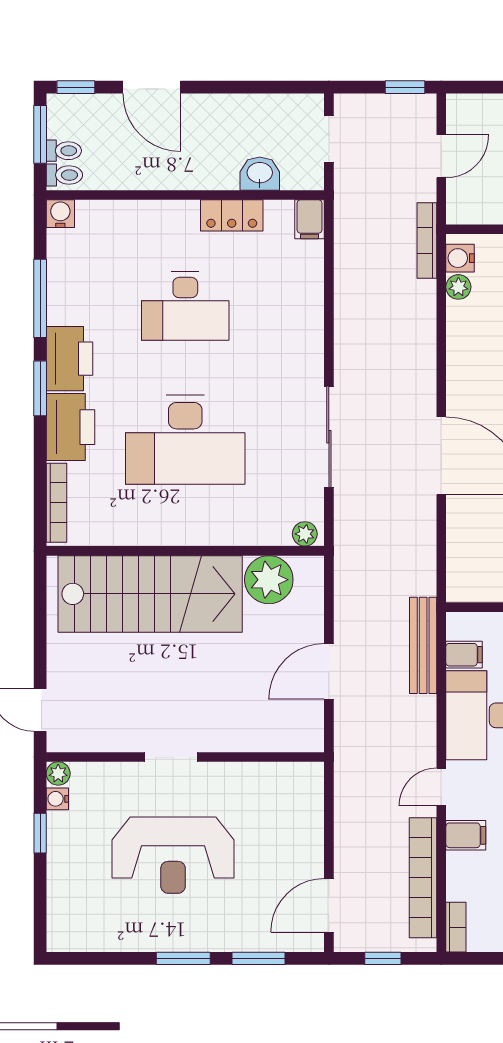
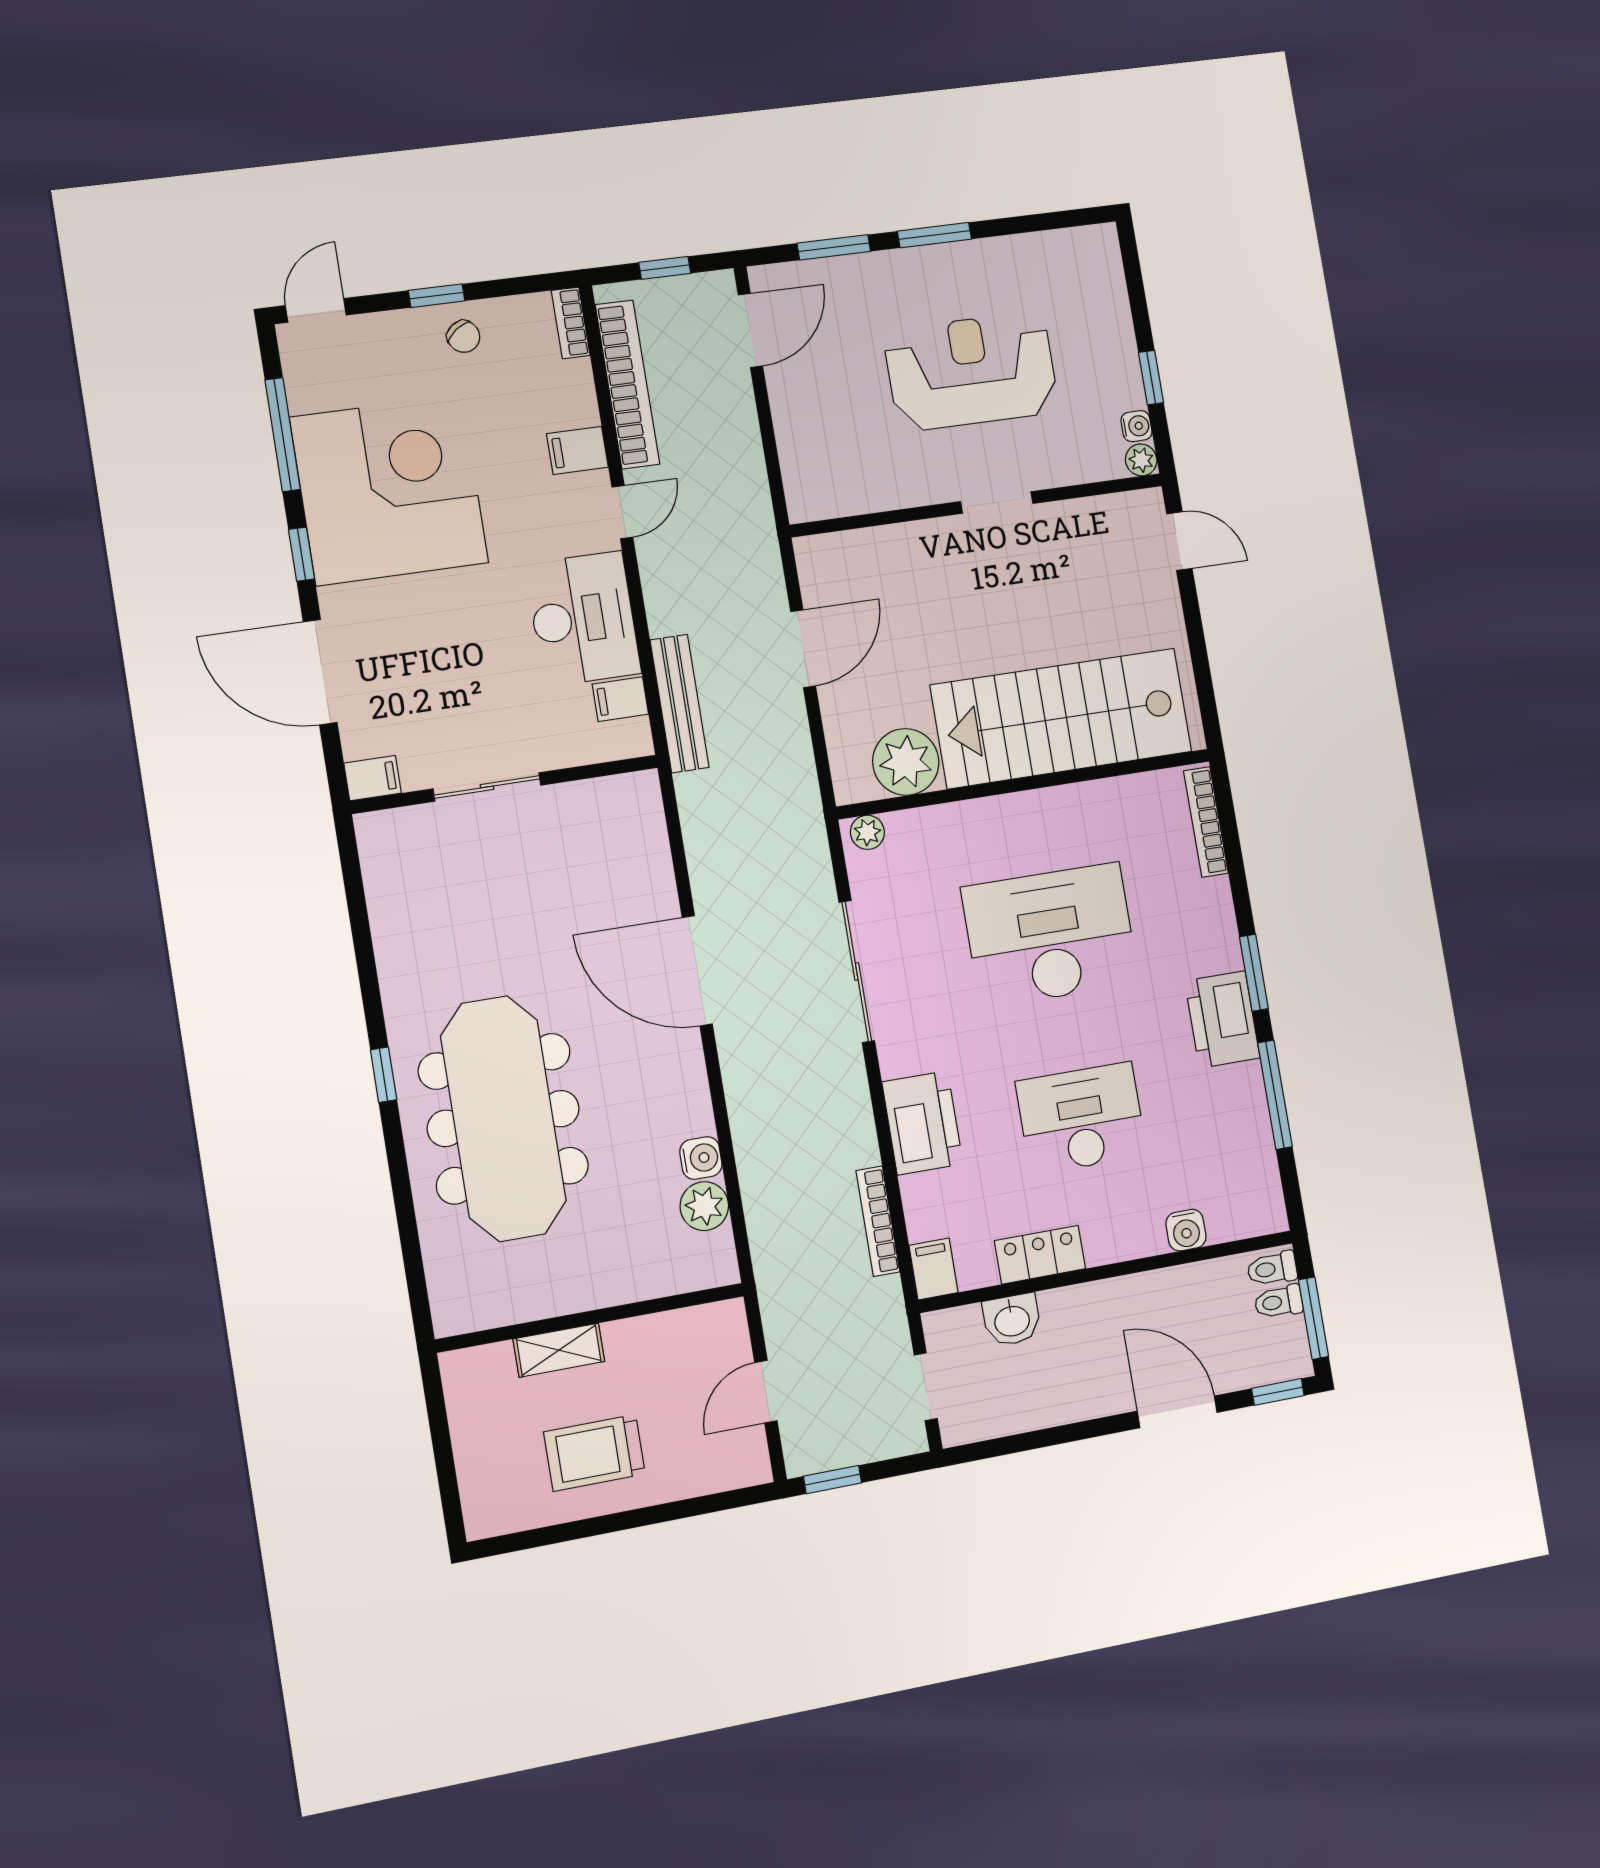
water cooler: (60, 214) -> (1186, 1230), moved
bookcase: (427, 240) -> (878, 1221), moved, turned 180
water cooler: (460, 258) -> (701, 1158), moved
plant: (458, 287) -> (704, 1206), width x1.38, depth x1.38
printer: (71, 427) -> (922, 1123), moved, turned 180

